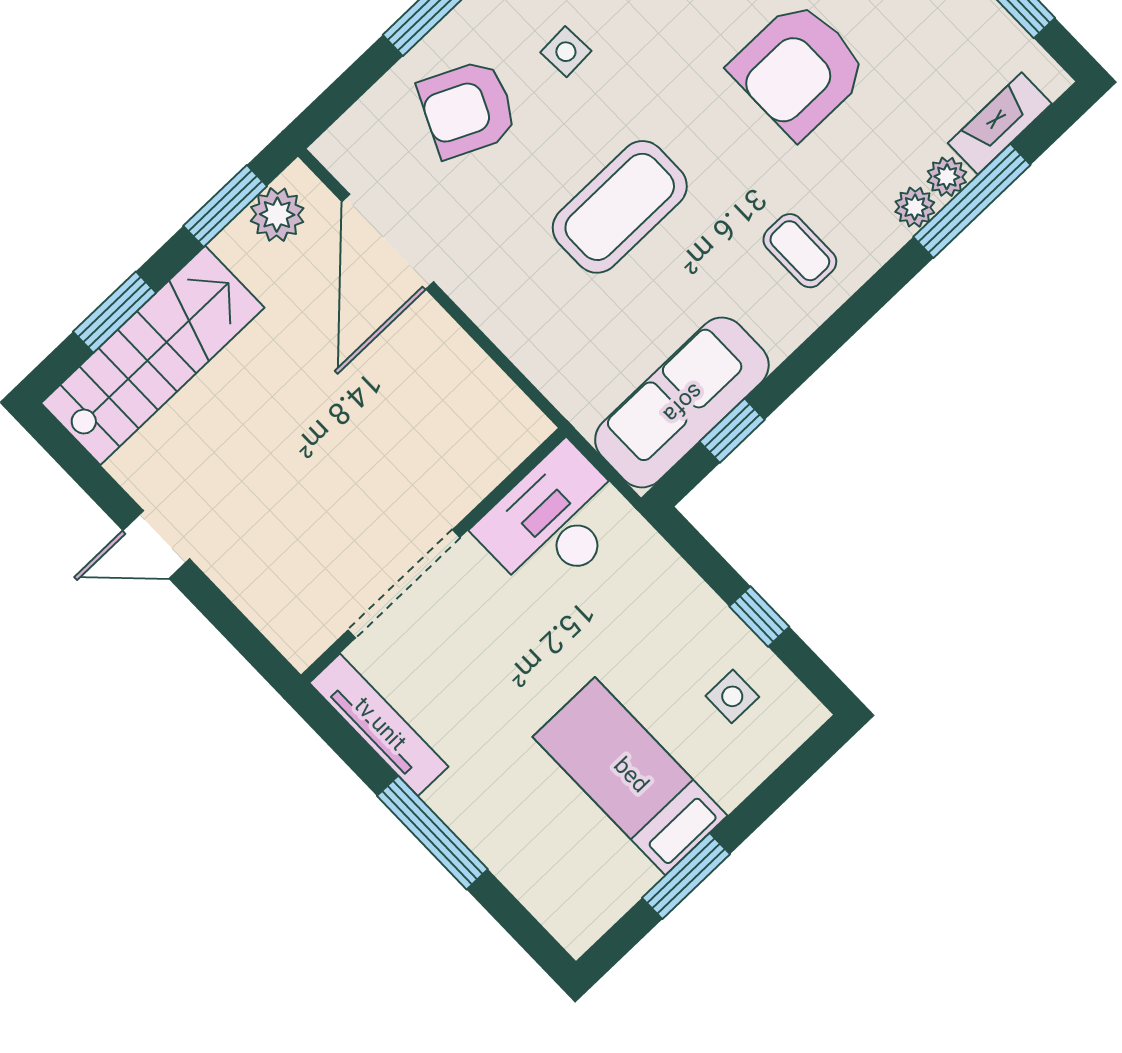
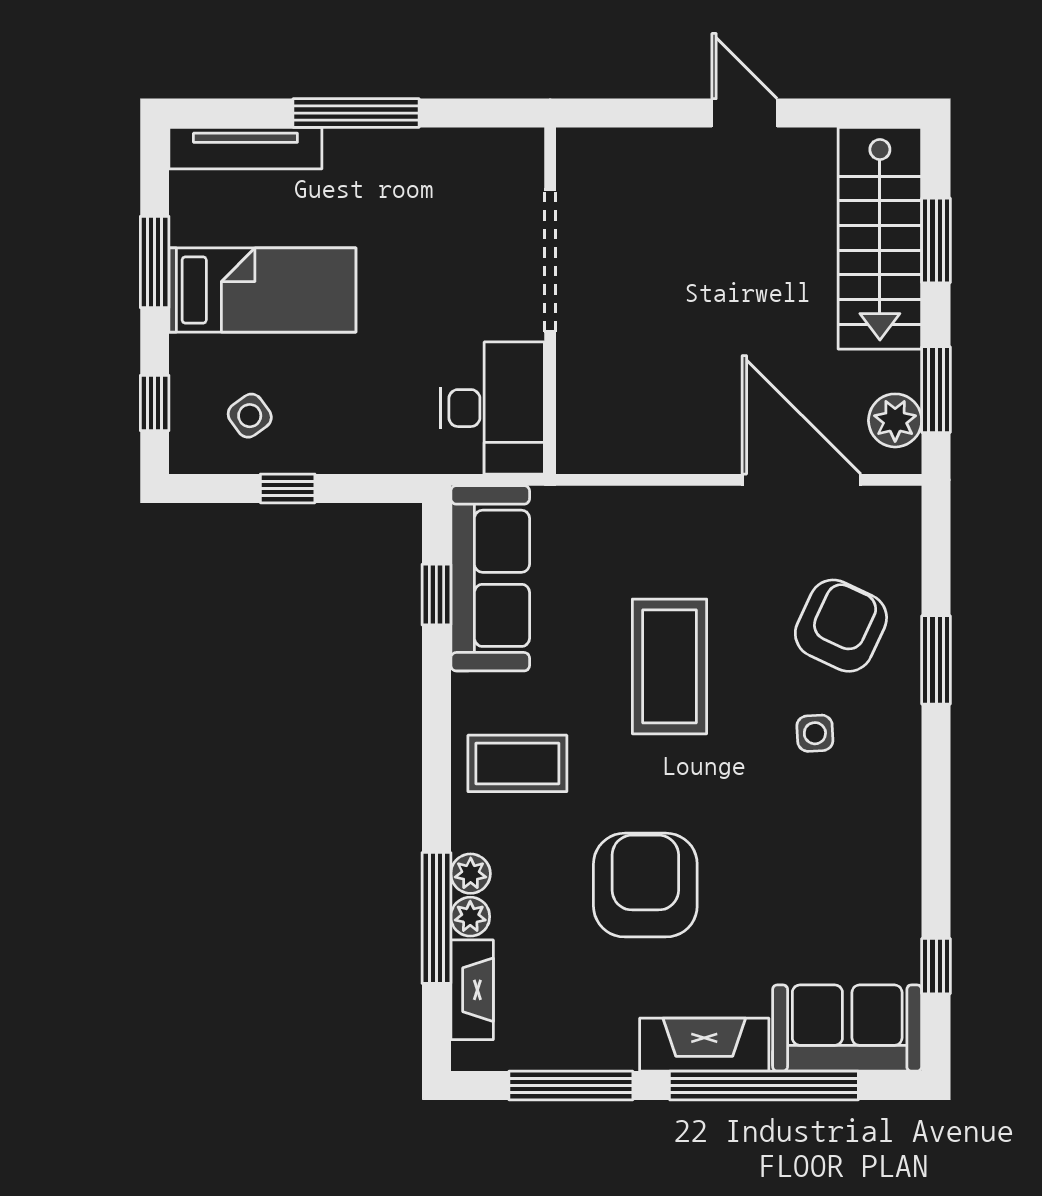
coffee table: (800, 251) -> (517, 763), width x1.36, depth x1.30
door: (156, 545) -> (745, 113), hinge flipped
side table: (732, 696) -> (250, 416), turned -36
tv unit: (379, 725) -> (245, 148), moved
window: (790, 776) -> (155, 403), added

